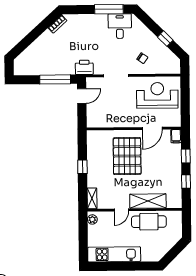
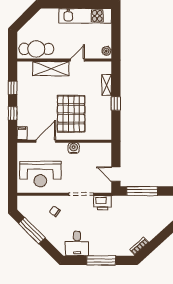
window: (109, 9) -> (101, 260), moved
window: (165, 39) -> (32, 231), width x2.17
printer: (84, 67) -> (103, 203), moved
door: (82, 96) -> (116, 174), hinge flipped
water cooler: (124, 122) -> (74, 148), added
shelving: (92, 198) -> (107, 85), moved
cafe table: (149, 222) -> (36, 49), moved

